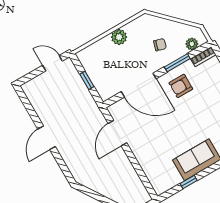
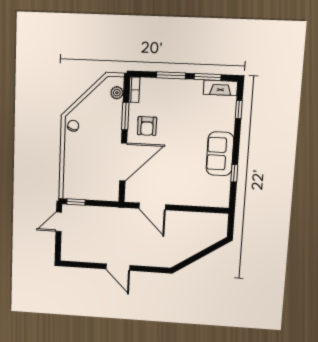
plant: (119, 37) -> (72, 152), removed
chair: (160, 45) -> (73, 126), moved
window: (87, 80) -> (76, 202), moved

